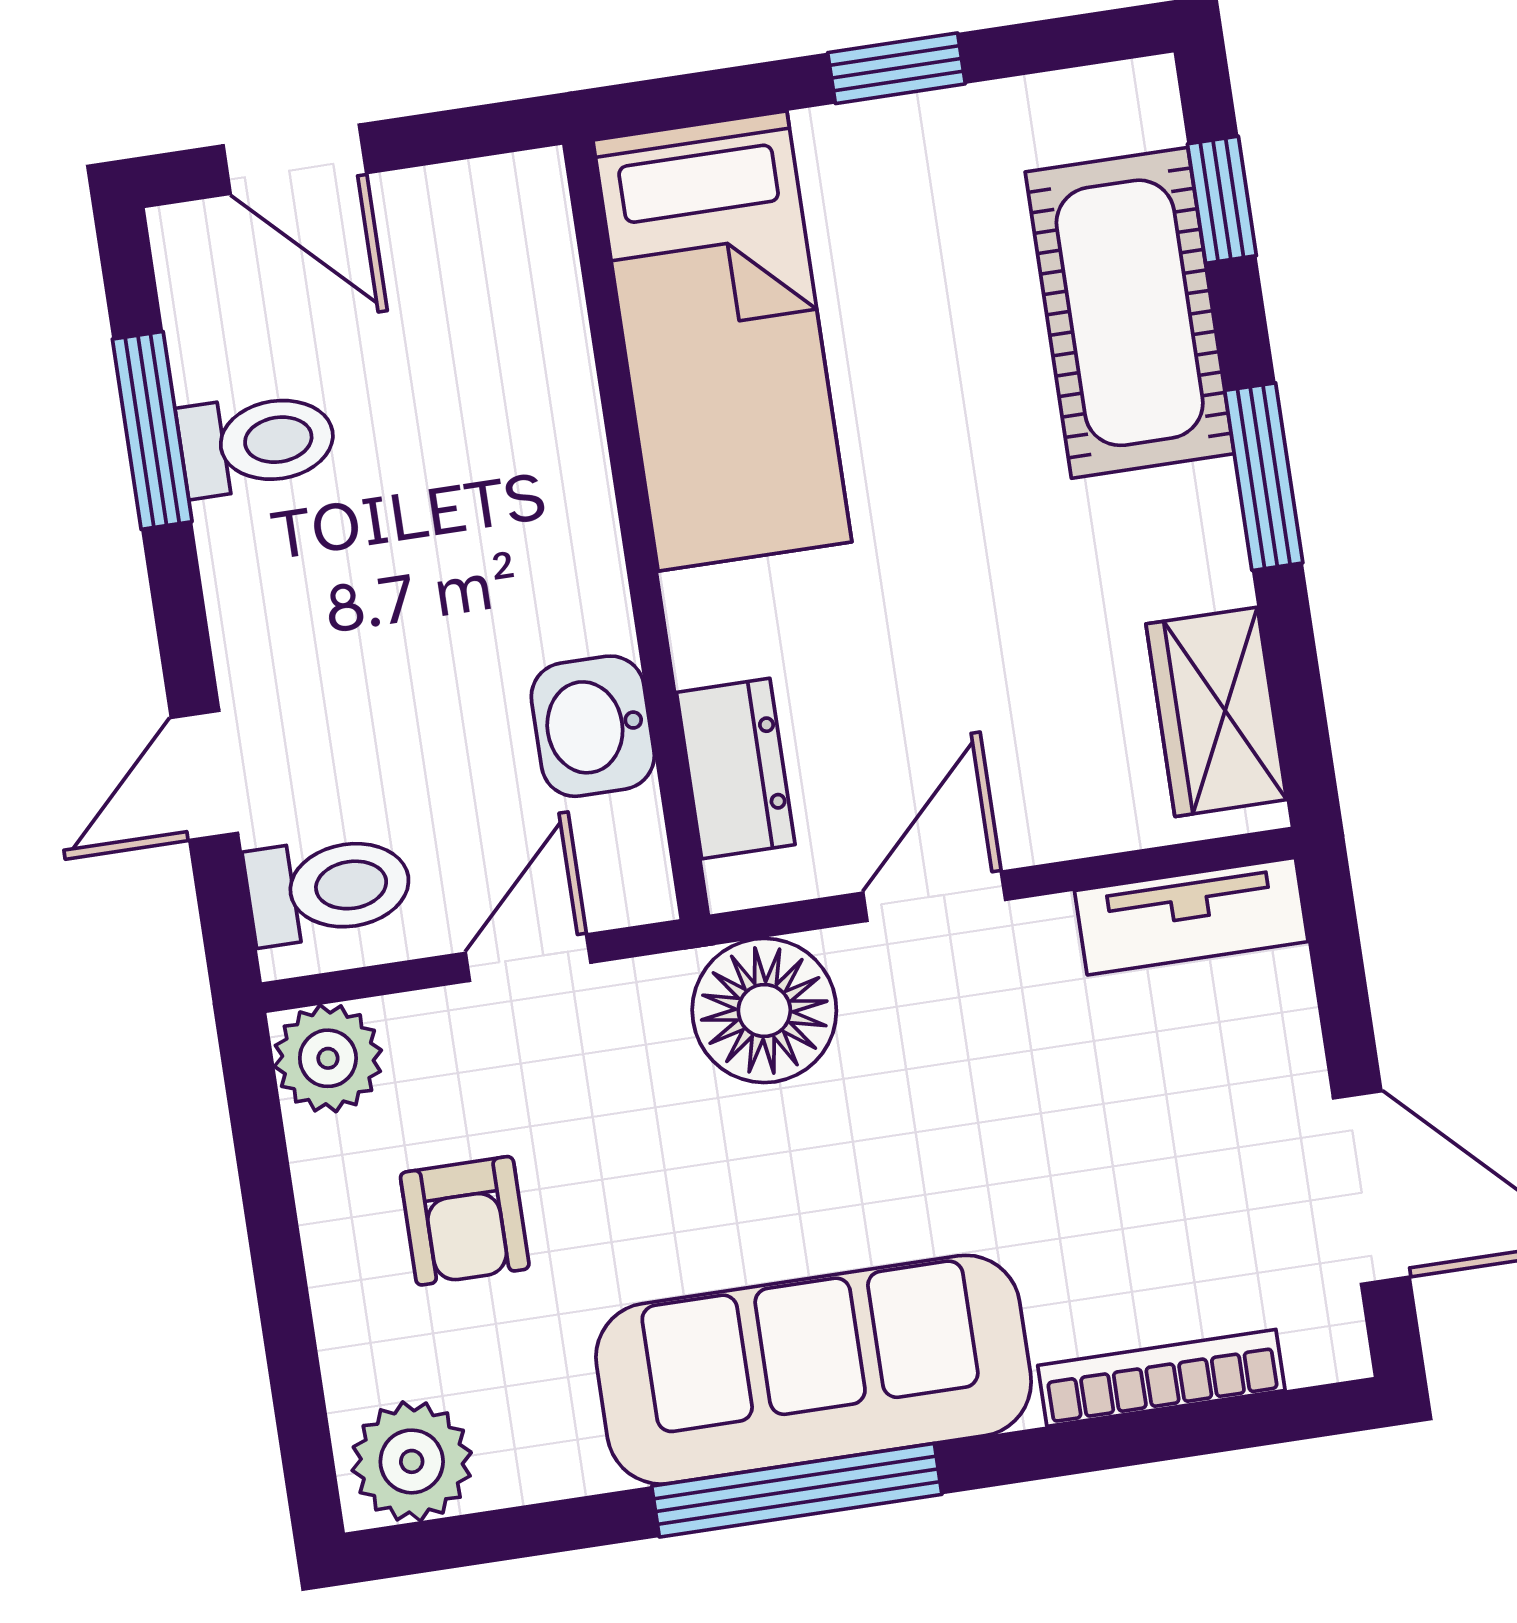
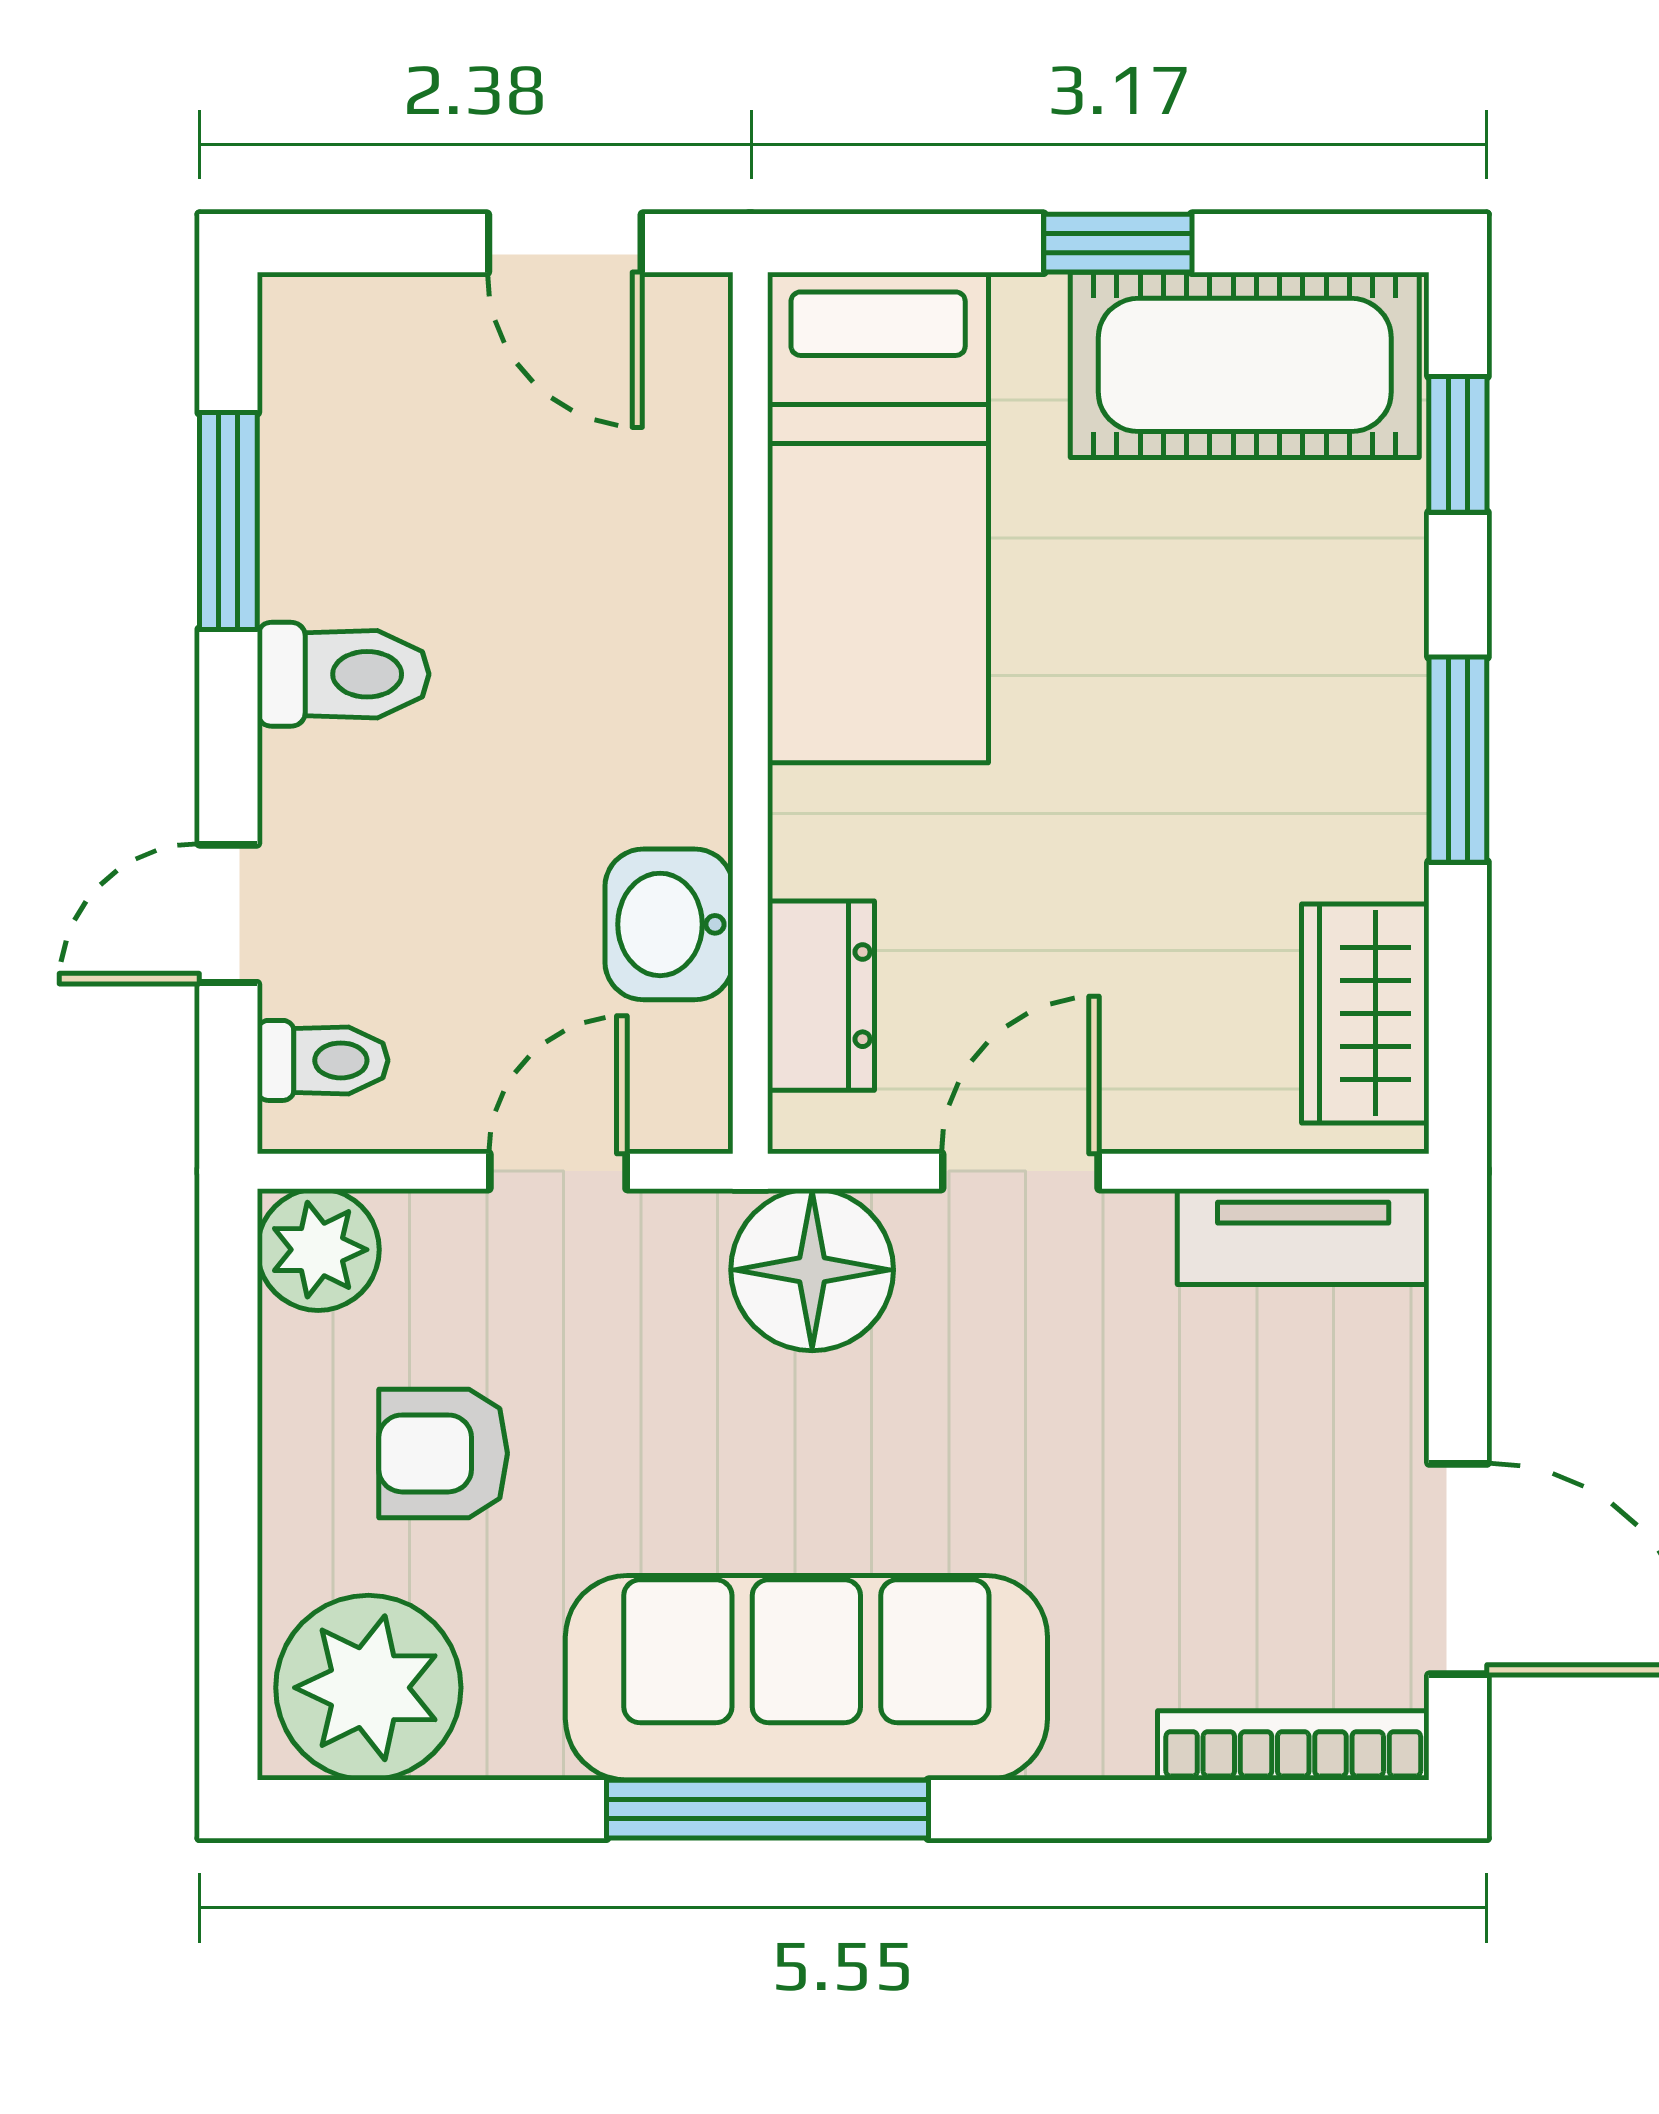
door: (295, 159) -> (565, 243), moved
cot: (1130, 313) -> (1245, 365), moved, turned 90
toilet: (257, 443) -> (343, 674), moved
toilet: (329, 888) -> (323, 1060), width x0.73, depth x0.72
armchair: (465, 1221) -> (443, 1453), turned 90
bookcase: (1161, 1378) -> (1293, 1745), moved
plant: (412, 1461) -> (368, 1688), width x1.36, depth x1.36

